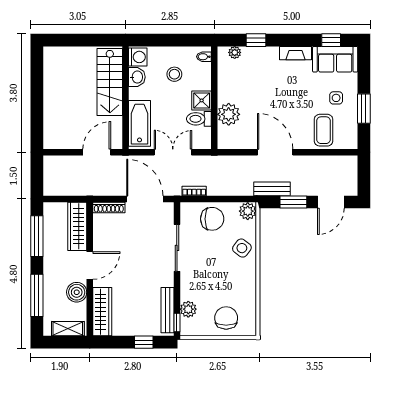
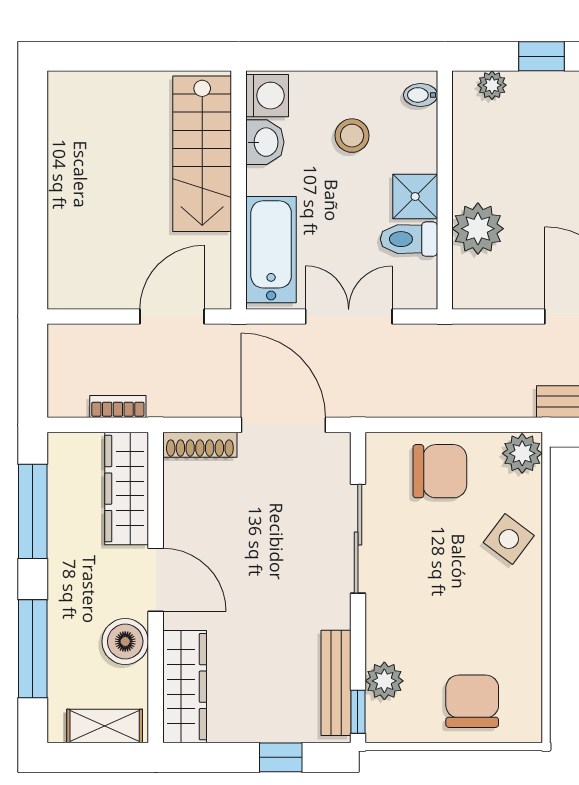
bookcase: (194, 191) -> (118, 407), moved
door: (90, 266) -> (156, 580), hinge flipped

